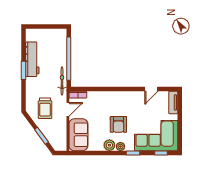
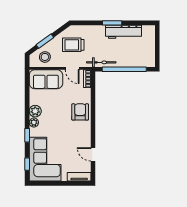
armchair: (118, 124) -> (80, 112), moved, turned 90
stool: (57, 136) -> (45, 57), added

